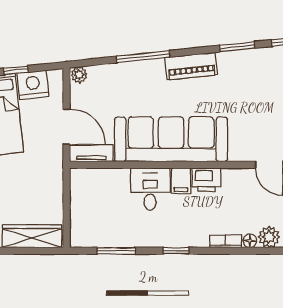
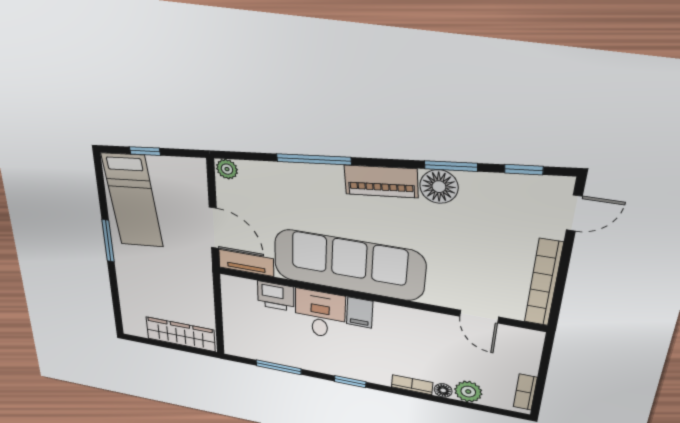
floor lamp: (231, 63) -> (439, 187), added
nightstand: (33, 85) -> (168, 172), removed
printer: (206, 180) -> (276, 296), moved

